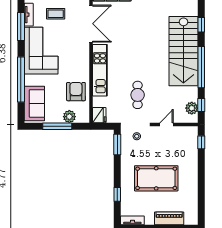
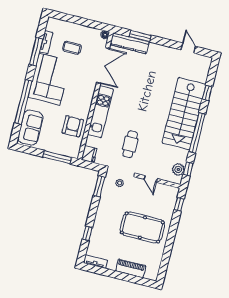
plant: (69, 117) -> (61, 148), removed
door: (167, 125) -> (151, 179), swing flipped
window: (57, 126) -> (57, 157), moved
pool table: (156, 178) -> (142, 227), moved

